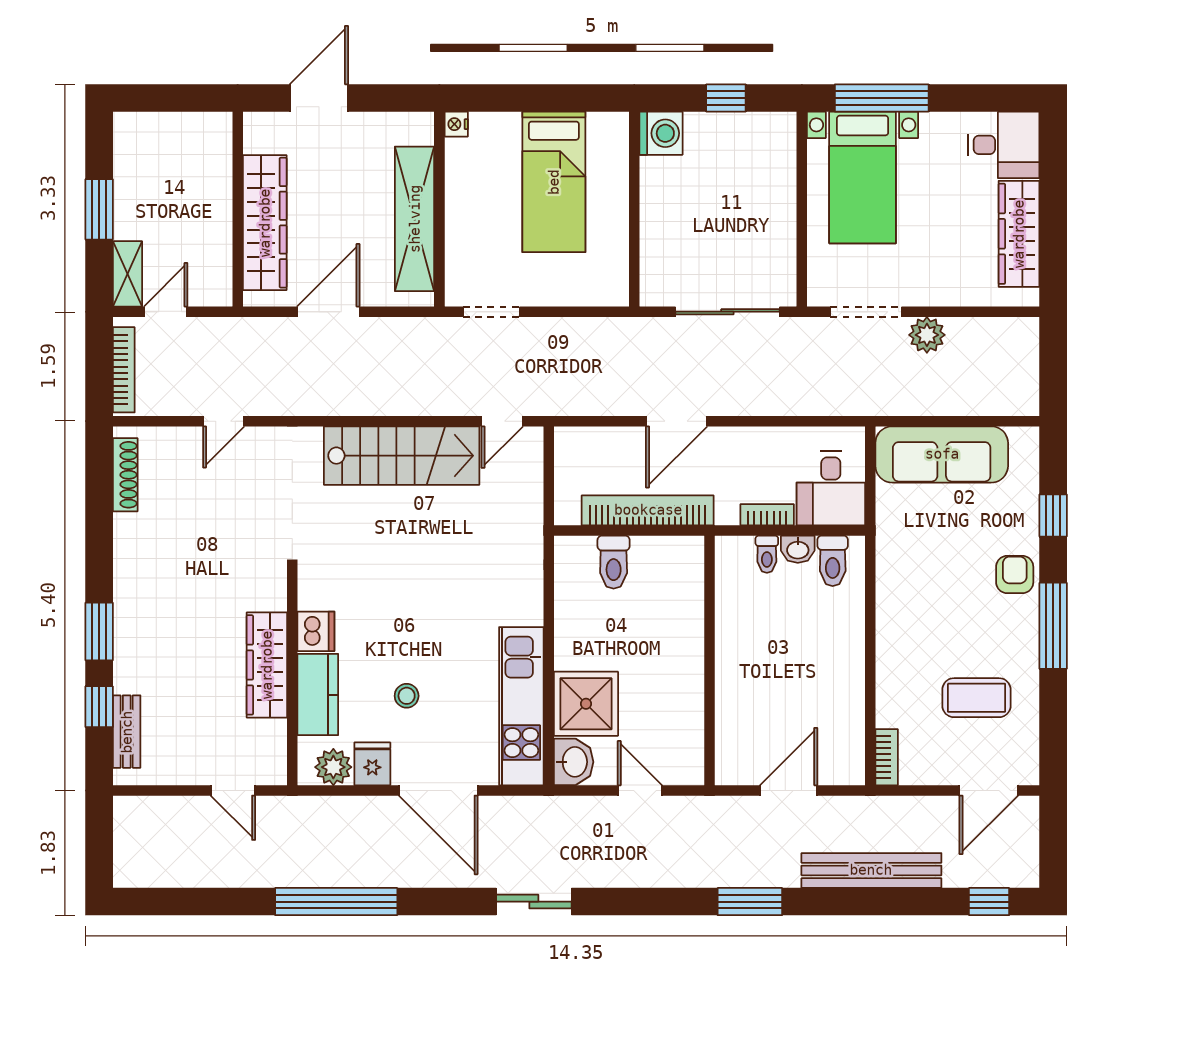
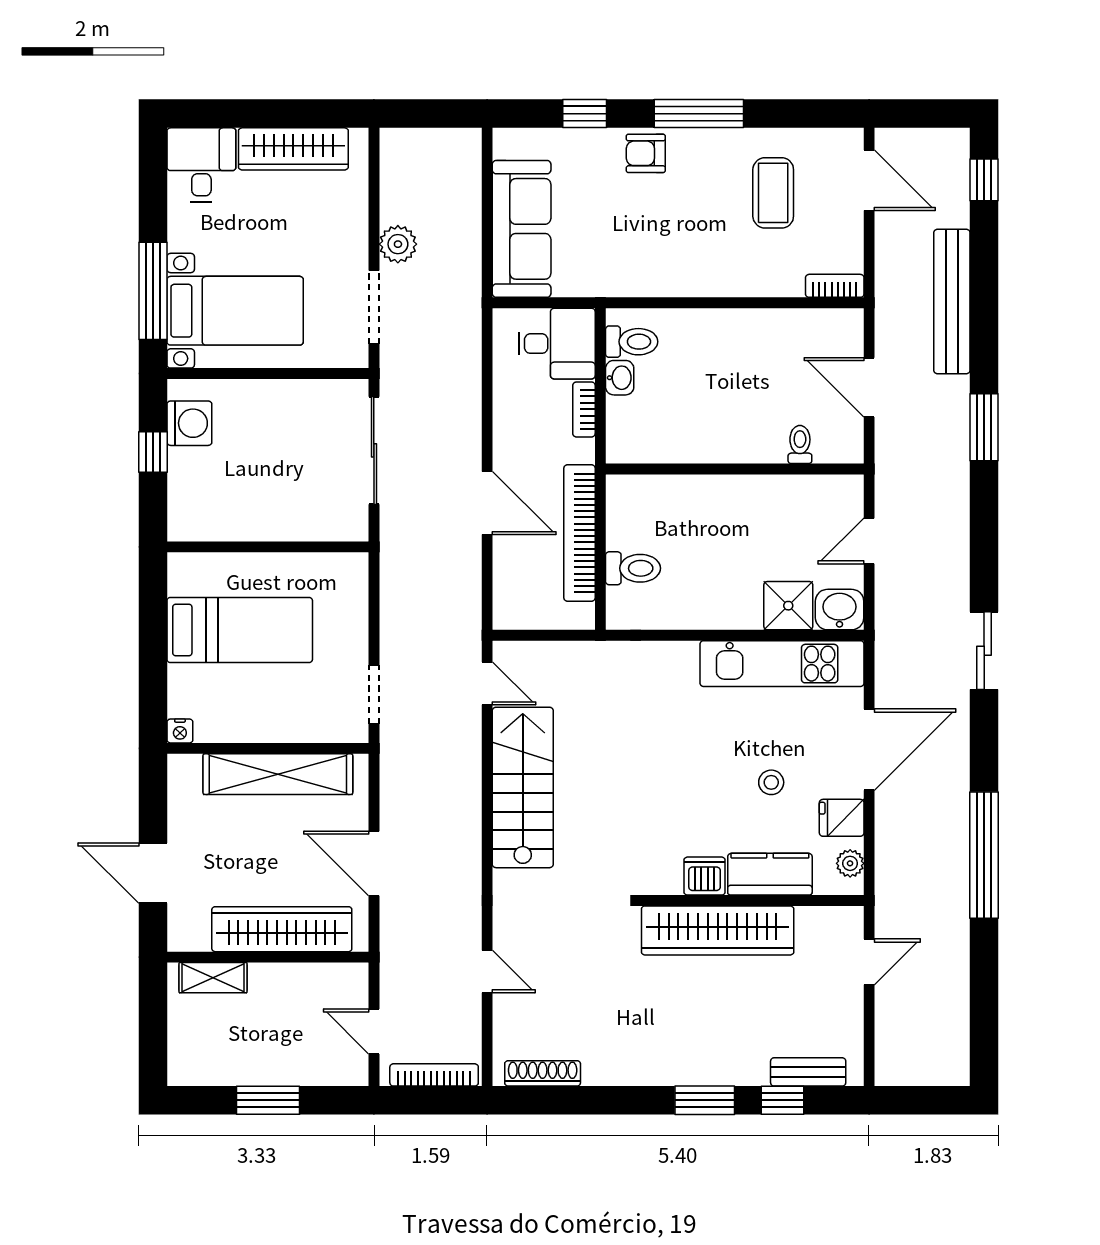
washing machine: (661, 133) -> (189, 423), moved, turned 90
shelving: (128, 274) -> (213, 978), moved
toilet: (767, 554) -> (800, 445), moved, turned -90
wardrobe: (267, 665) -> (718, 930), width x1.40, depth x1.17
shower: (586, 704) -> (788, 606), width x0.73, depth x0.73
plant: (333, 767) -> (850, 863), width x0.73, depth x0.73

